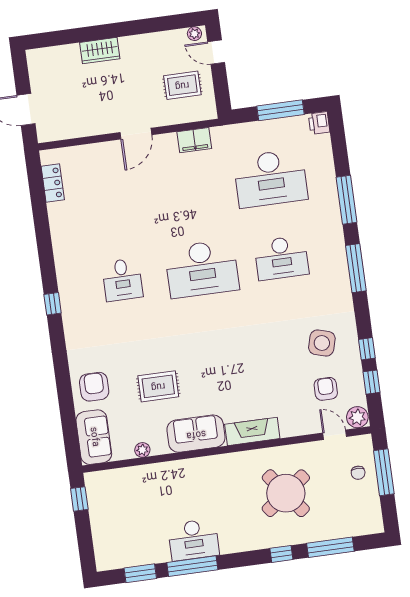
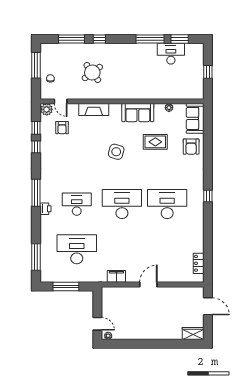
wardrobe: (100, 51) -> (193, 334), moved
rug: (182, 85) -> (119, 308), removed
printer: (319, 123) -> (45, 209), moved
window: (347, 200) -> (36, 257), moved
desk: (122, 280) -> (167, 204), width x1.87, depth x1.30
side table: (322, 343) -> (116, 152), moved
fireplace: (252, 431) -> (94, 110), moved
window: (384, 472) -> (36, 65), moved
round table: (286, 493) -> (92, 72), width x0.73, depth x0.73
window: (79, 499) -> (208, 72), moved
desk: (193, 540) -> (171, 54), moved

